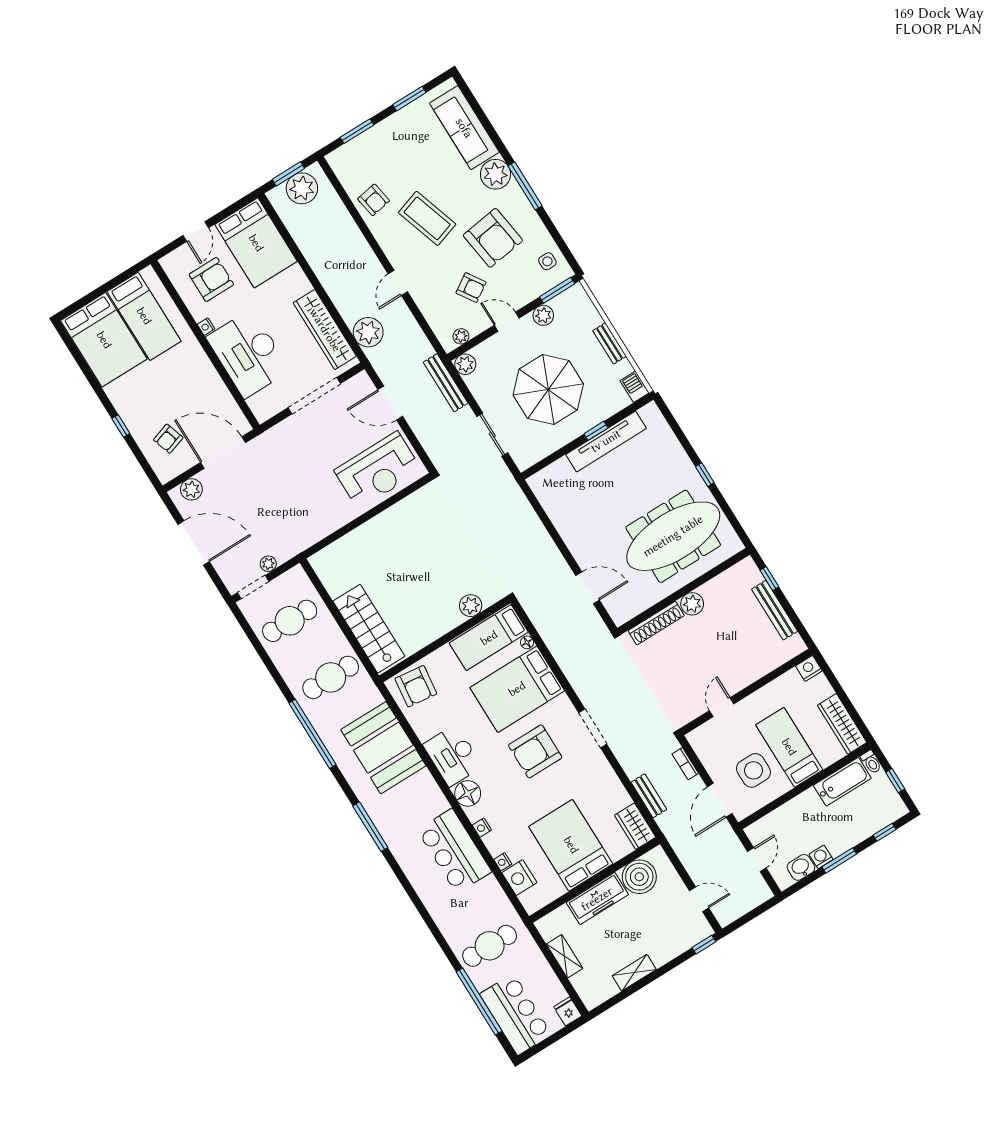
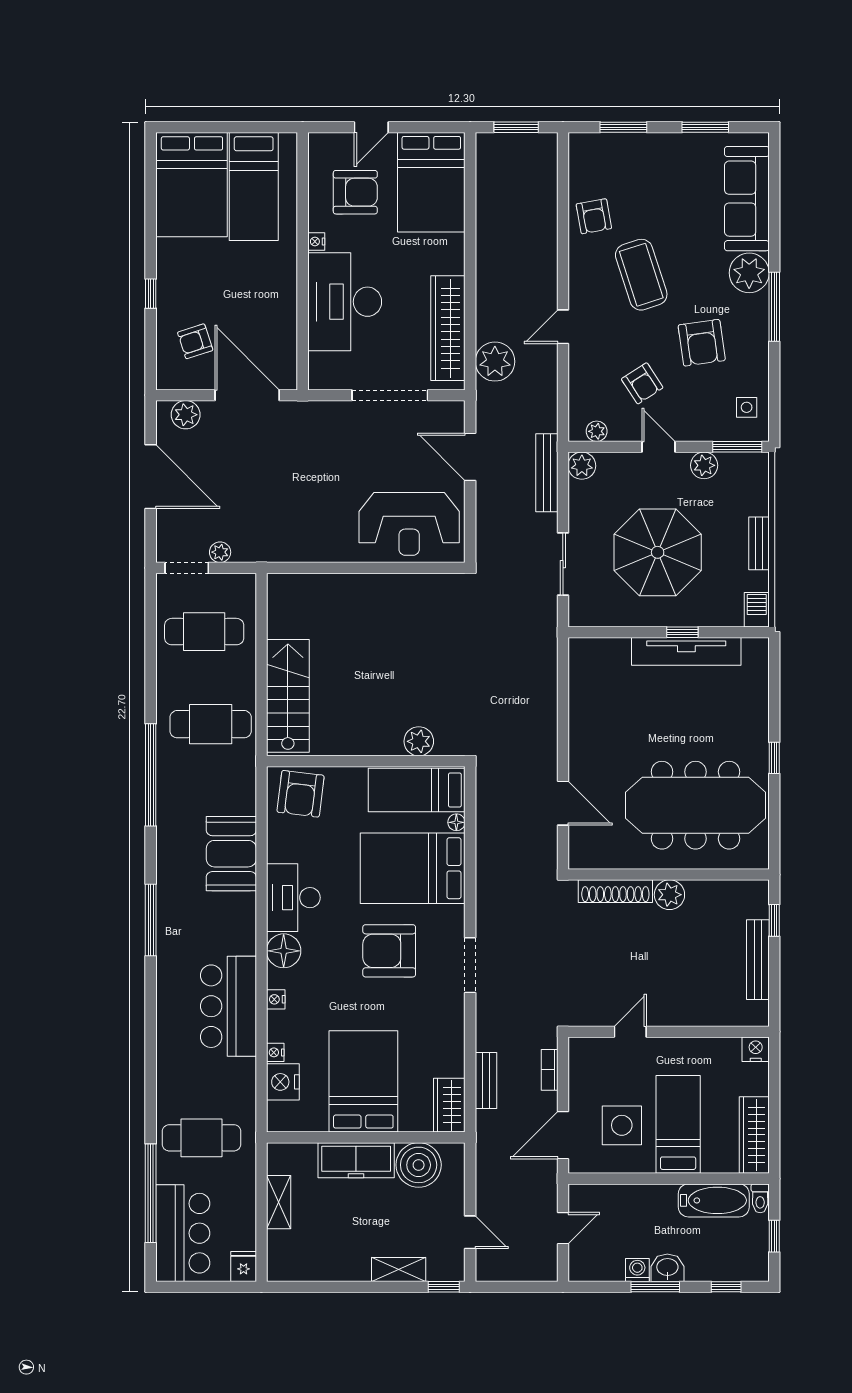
plant: (302, 188) -> (521, 153), removed
armchair: (493, 238) -> (702, 343), width x0.73, depth x0.73
booth: (383, 748) -> (231, 854), width x0.73, depth x0.70
washbasin: (801, 867) -> (667, 1268), moved
shelving: (634, 973) -> (399, 1269), moved

